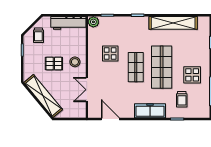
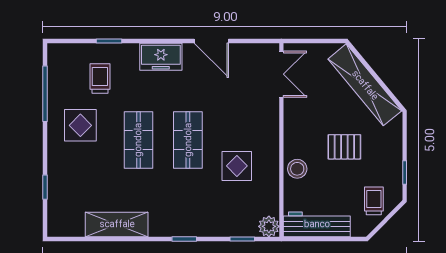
shelving: (173, 23) -> (117, 224), width x0.68
stool: (75, 62) -> (297, 169), moved
shop shelf: (162, 67) -> (138, 140), width x0.70, depth x0.74
double door: (87, 90) -> (281, 74), moved
freezer: (150, 111) -> (161, 57), width x0.71
door: (110, 119) -> (211, 41), moved

